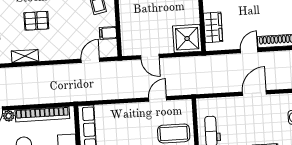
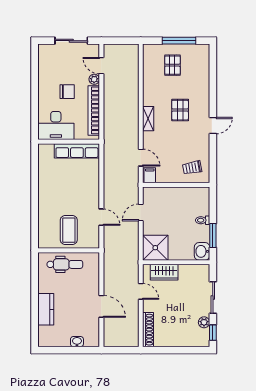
filing cabinet: (108, 33) -> (150, 175), moved
door: (249, 51) -> (141, 291), moved
shelving: (25, 56) -> (148, 119), moved

